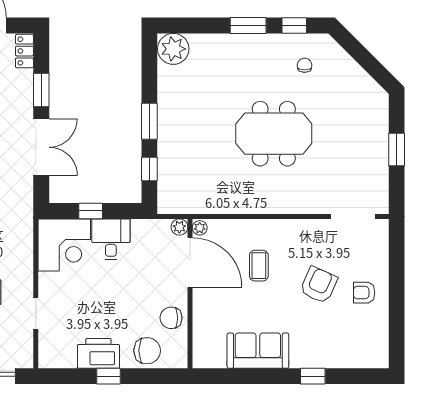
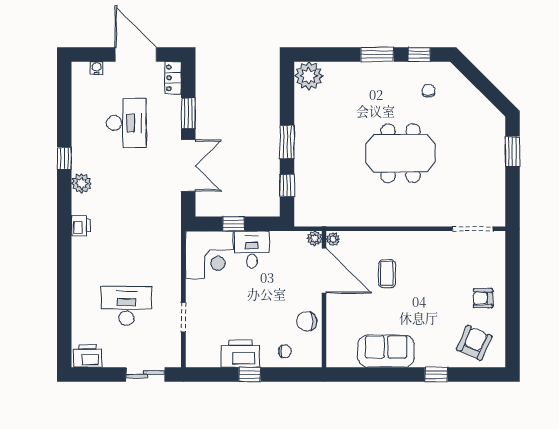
window: (397, 149) -> (513, 151), moved
armchair: (319, 285) -> (474, 343), moved
chair: (147, 351) -> (285, 351), width x0.54, depth x0.54

